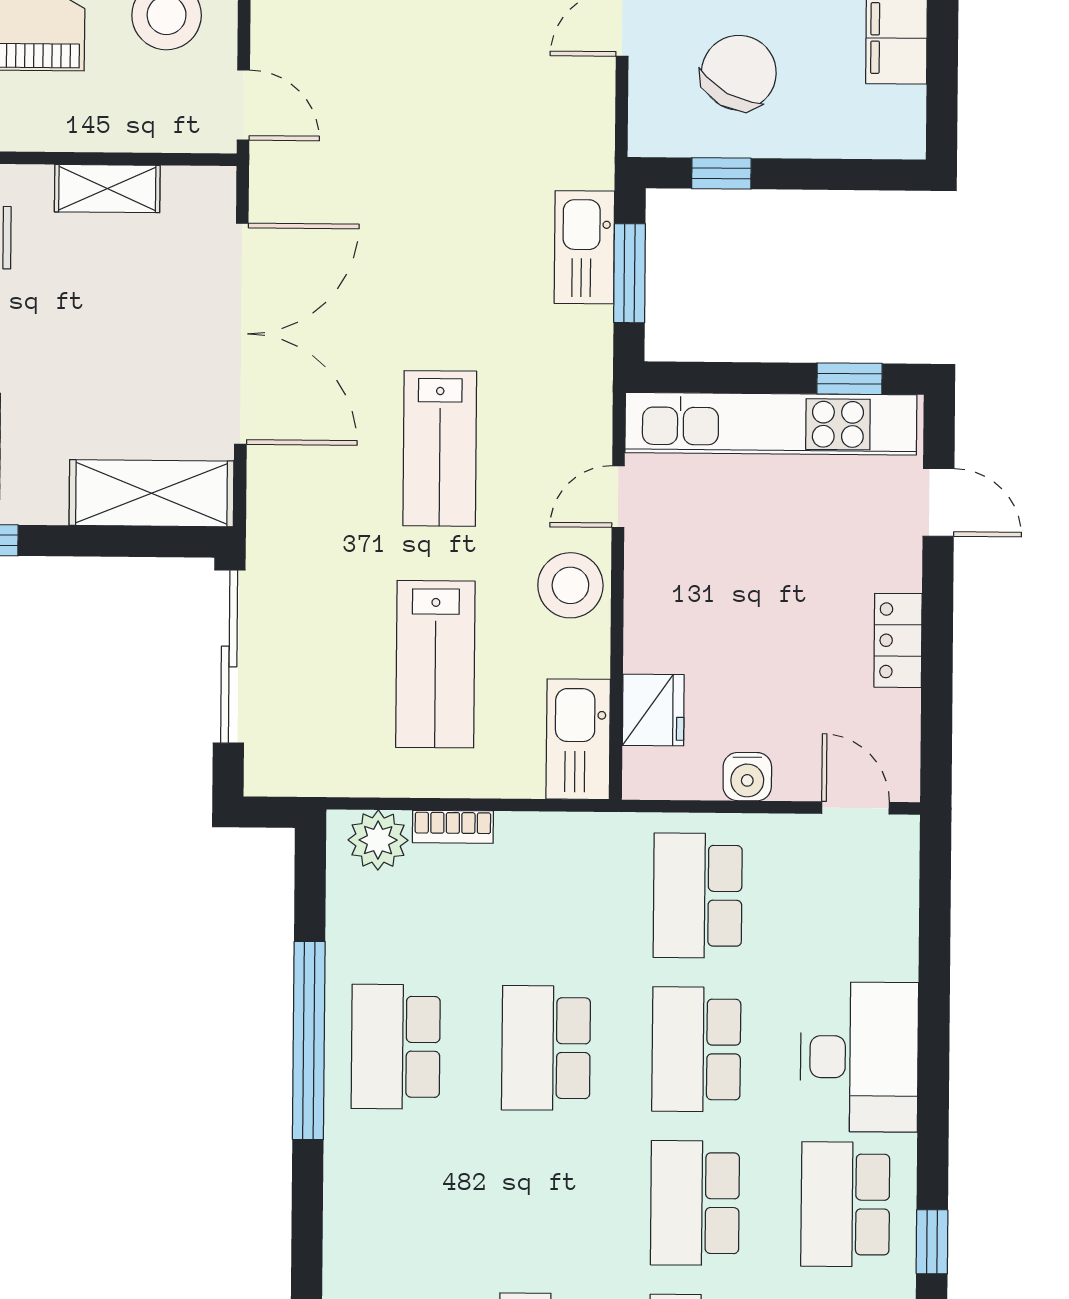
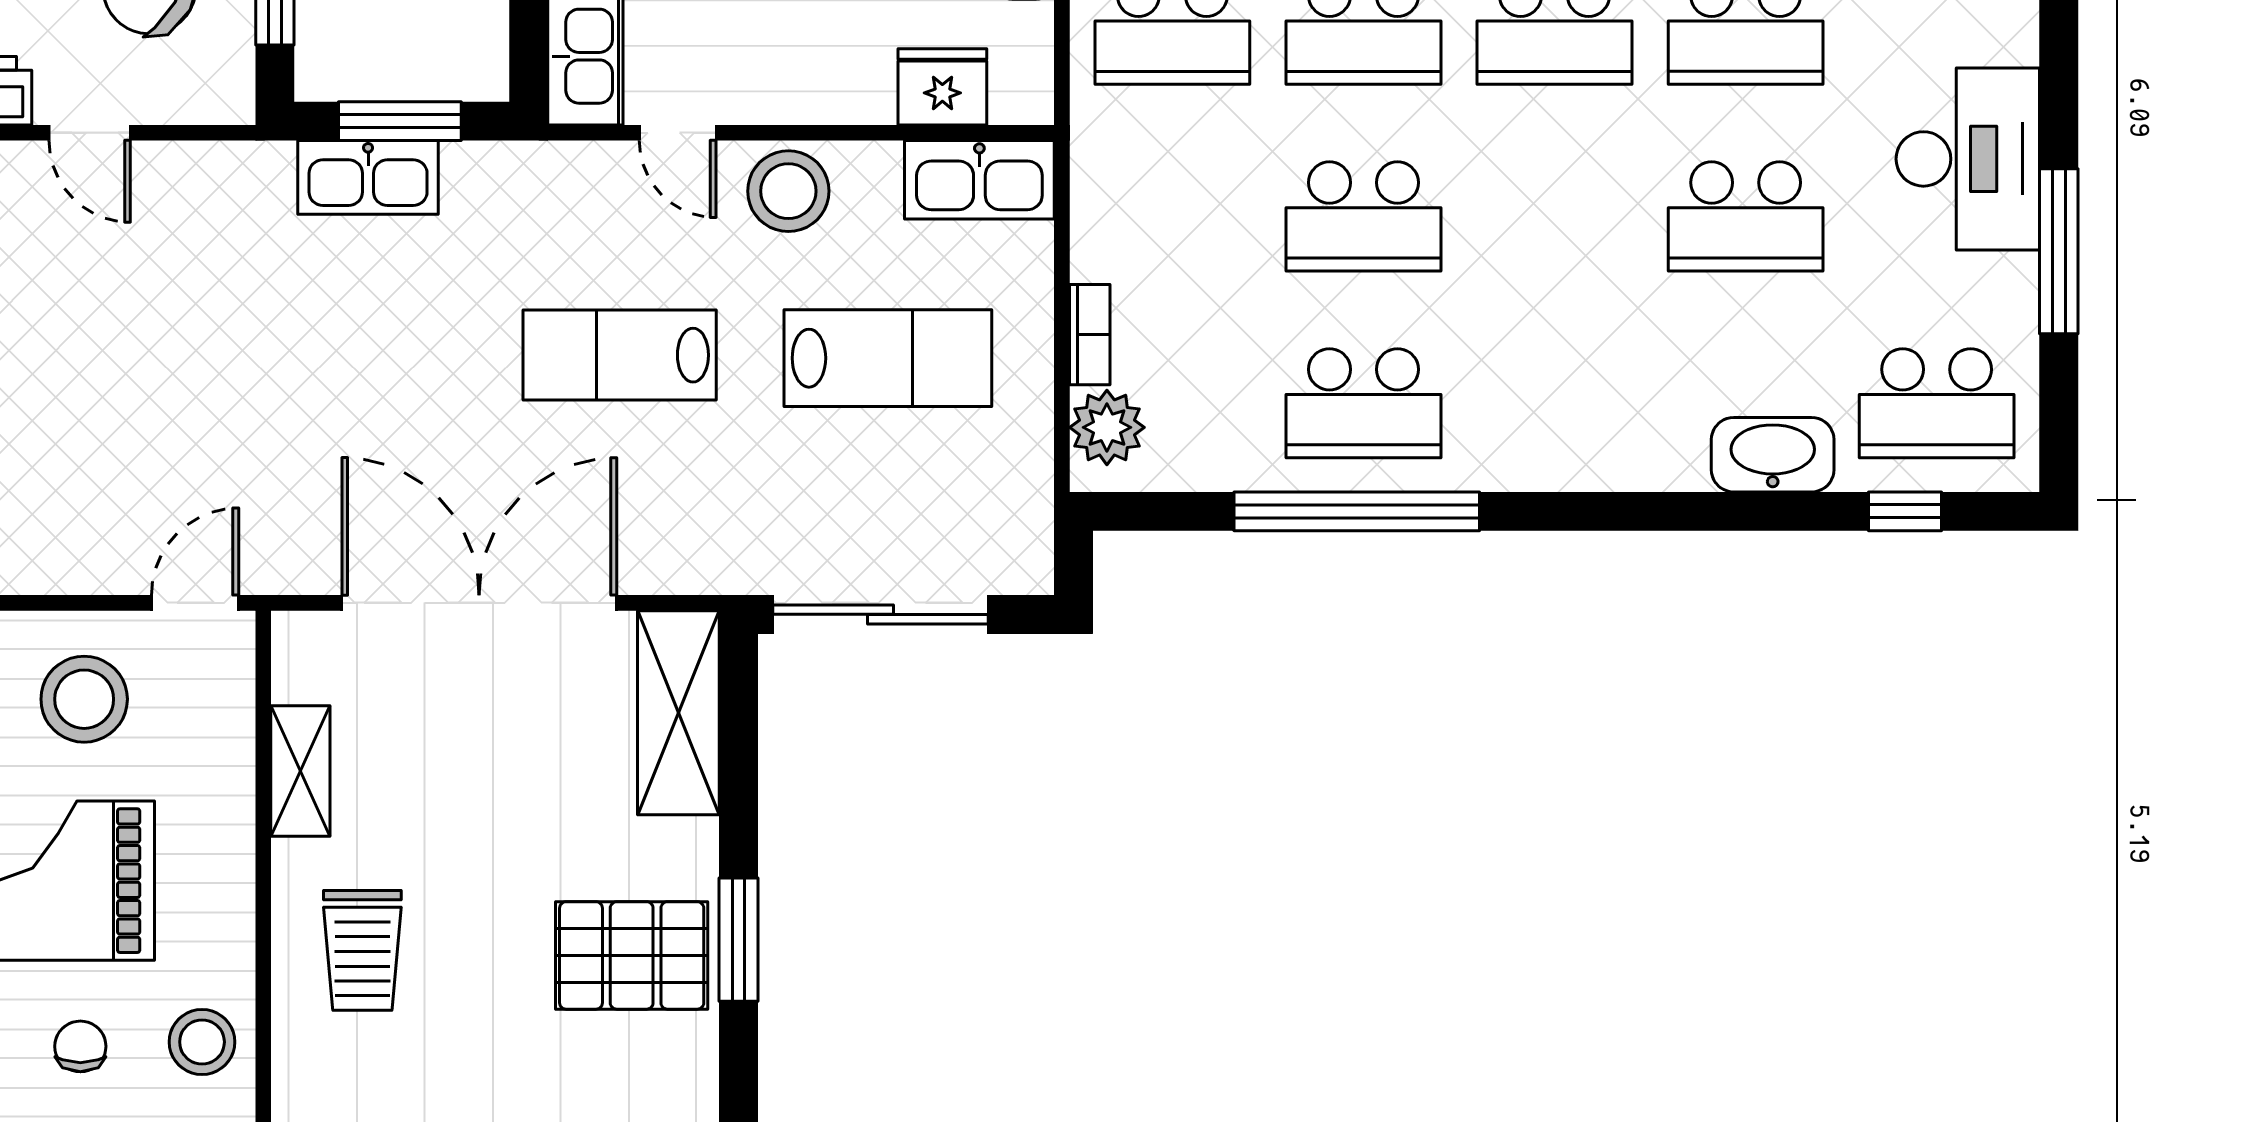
lab bench: (440, 448) -> (620, 355), turned 180

